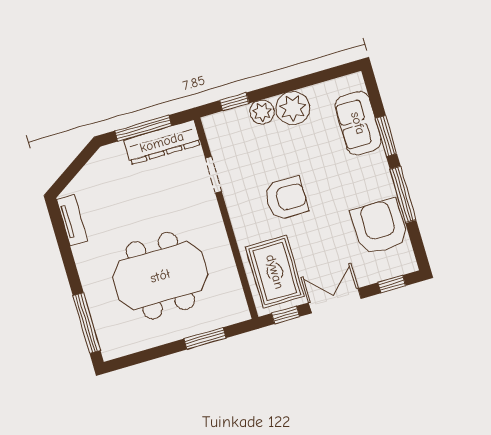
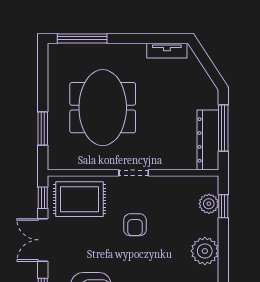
plant: (262, 112) -> (209, 204), moved
doorway: (213, 175) -> (134, 173), moved
armchair: (286, 198) -> (135, 225), width x0.72, depth x0.72
double door: (335, 301) -> (43, 240), swing flipped

